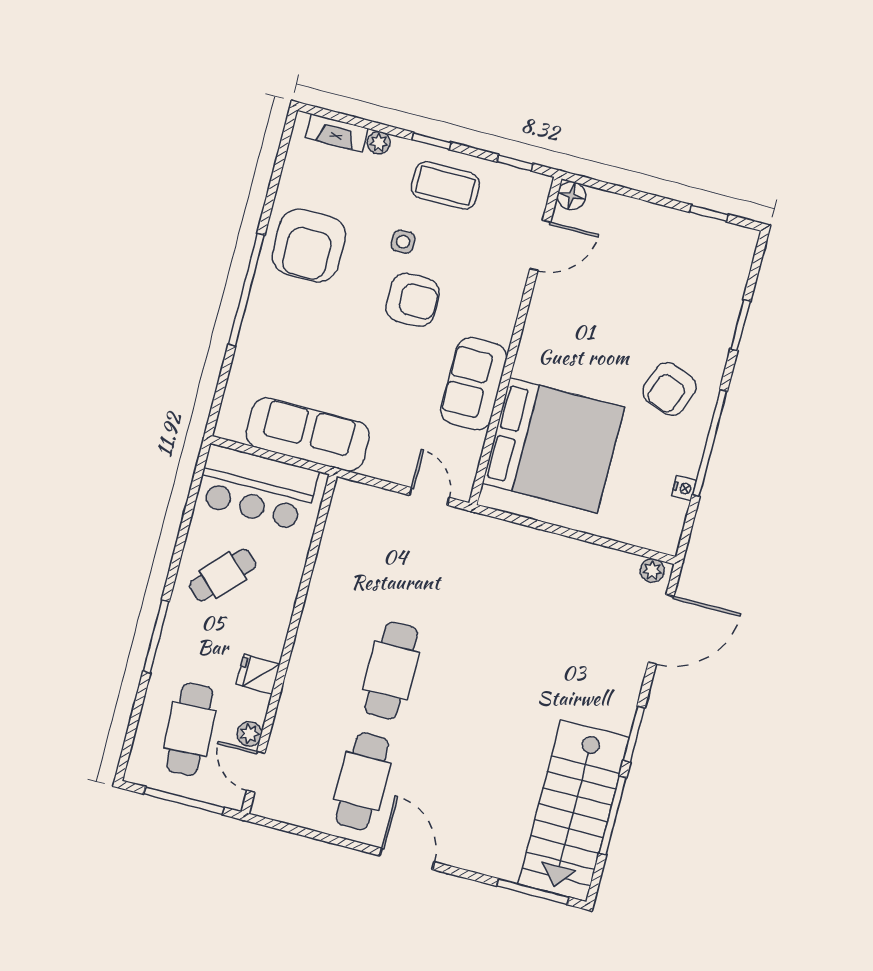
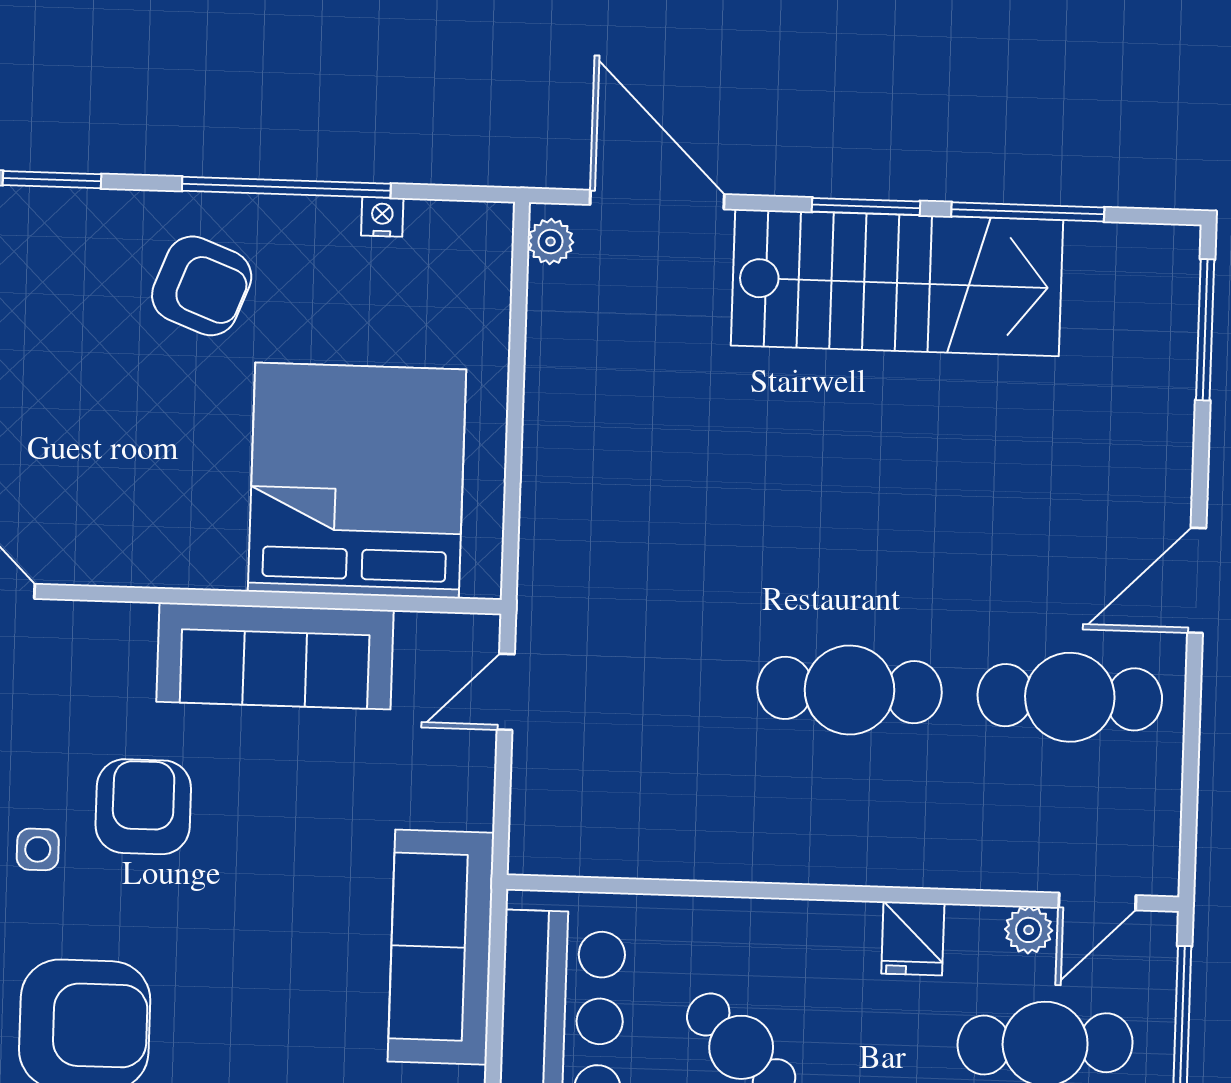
sofa: (474, 384) -> (275, 656), width x1.36
stairs: (574, 811) -> (897, 283), moved

